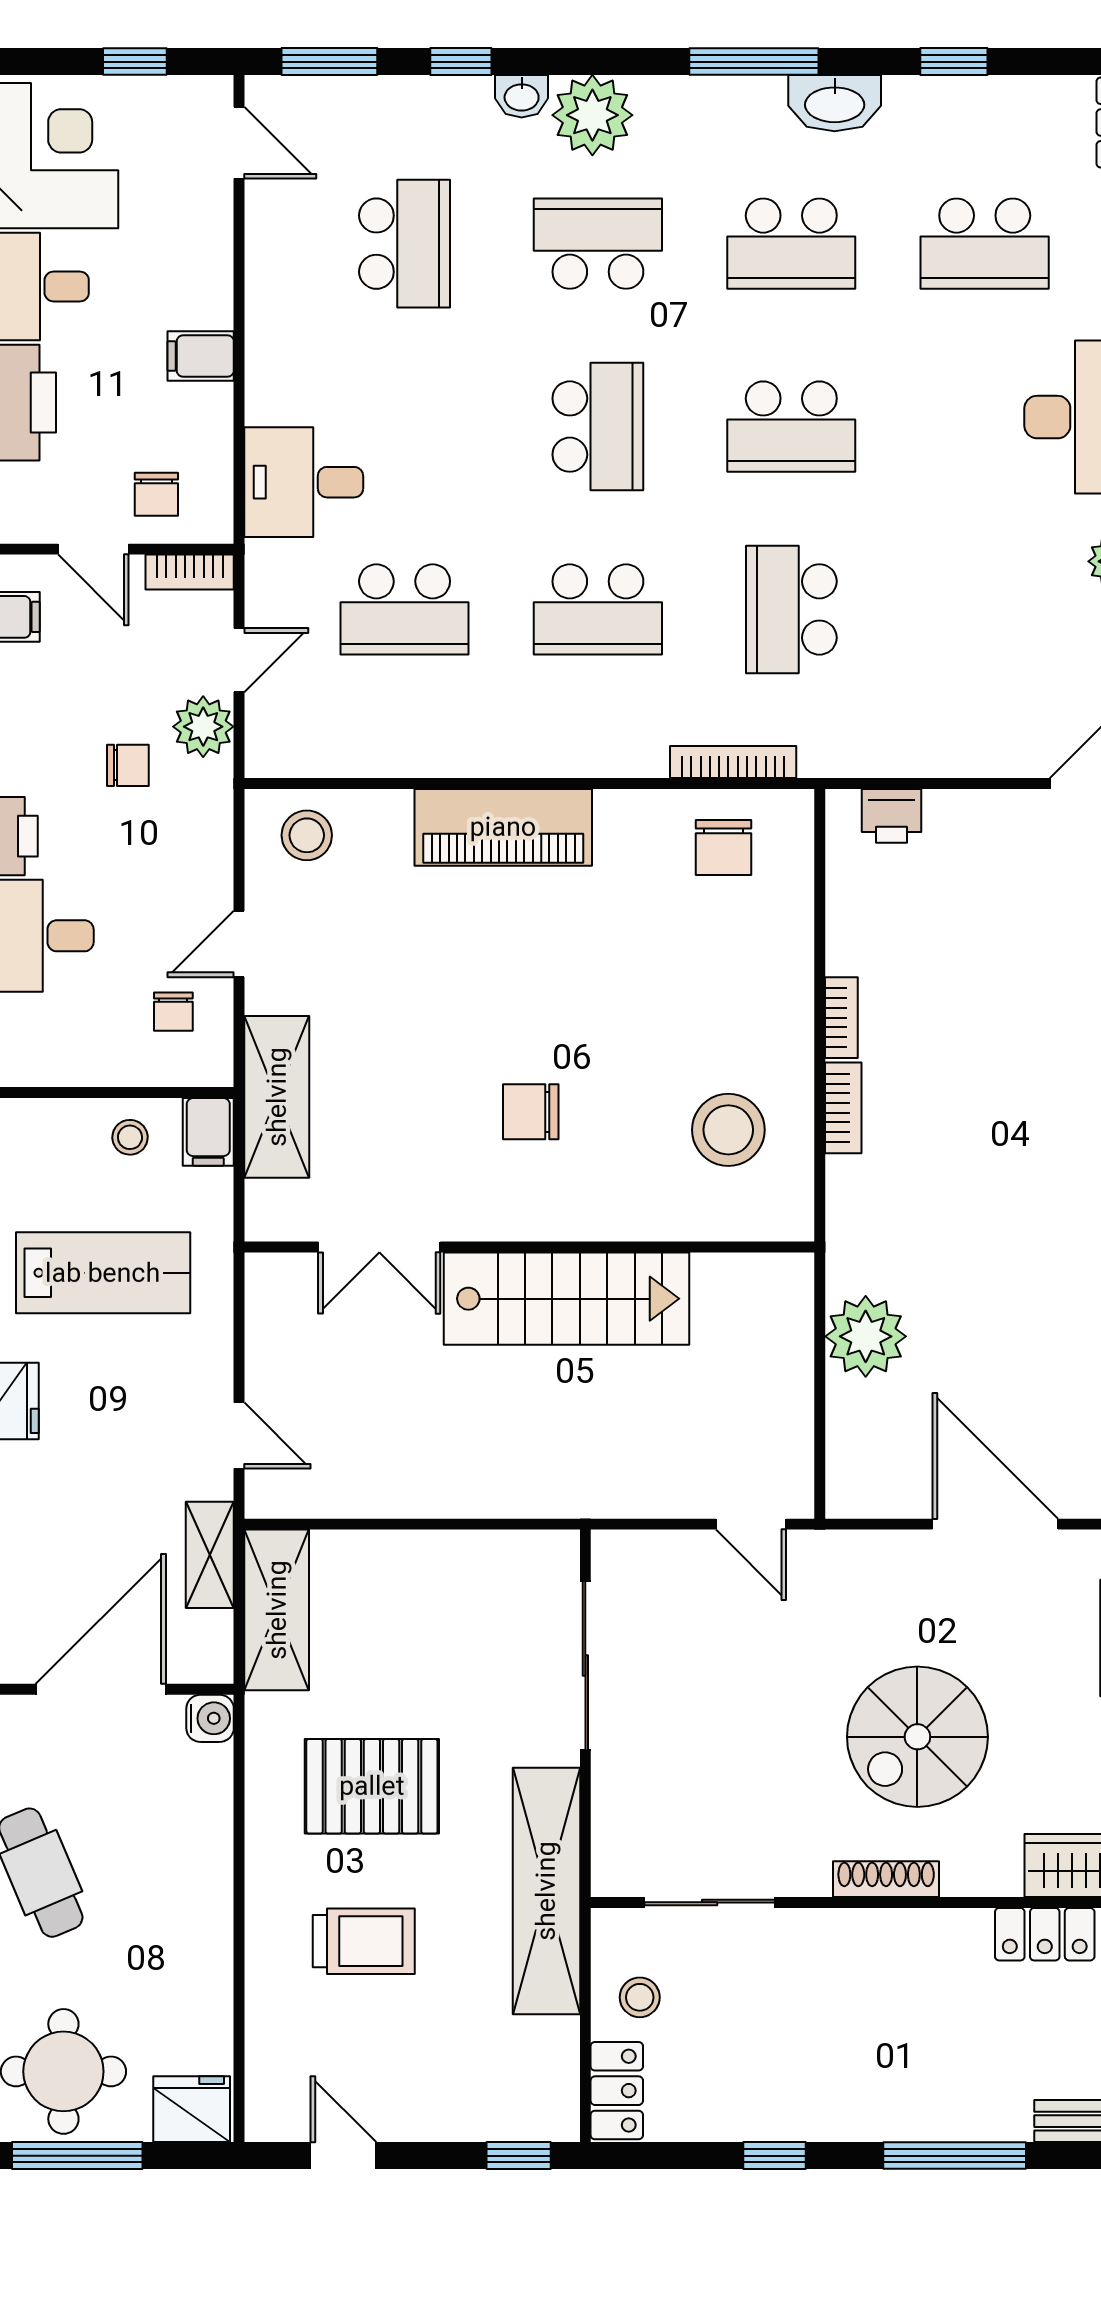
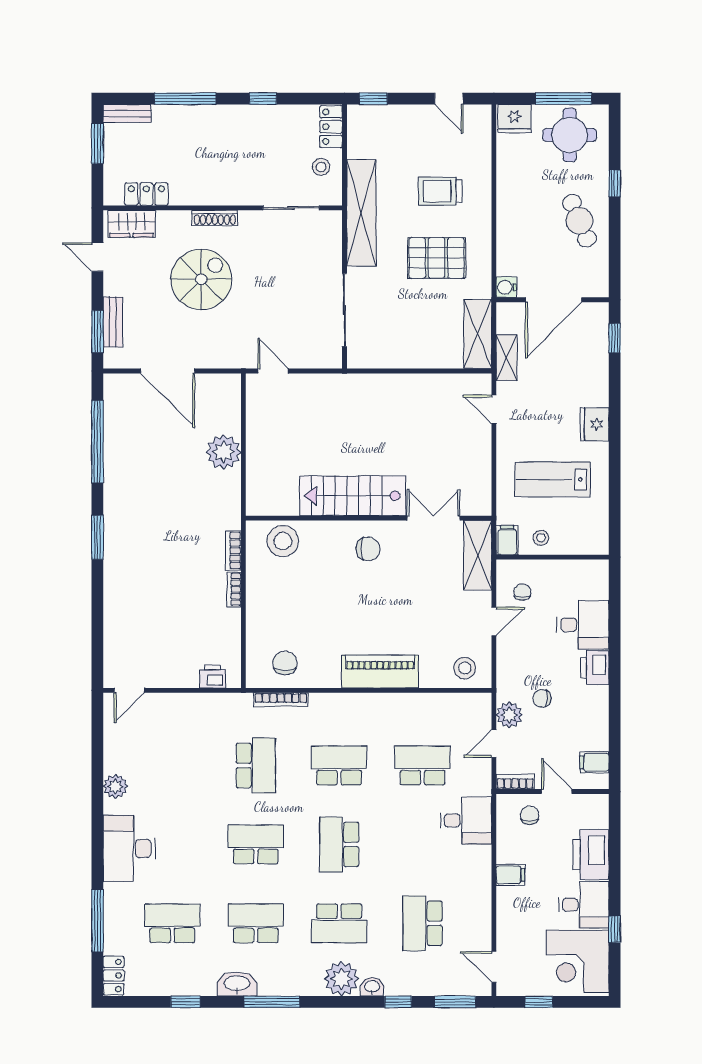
double door: (379, 1247) -> (433, 518), moved
wall: (529, 1247) -> (369, 518), moved
stairs: (567, 1299) -> (353, 496), moved

